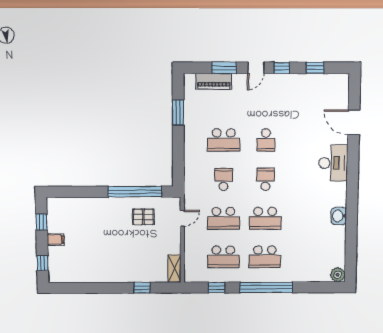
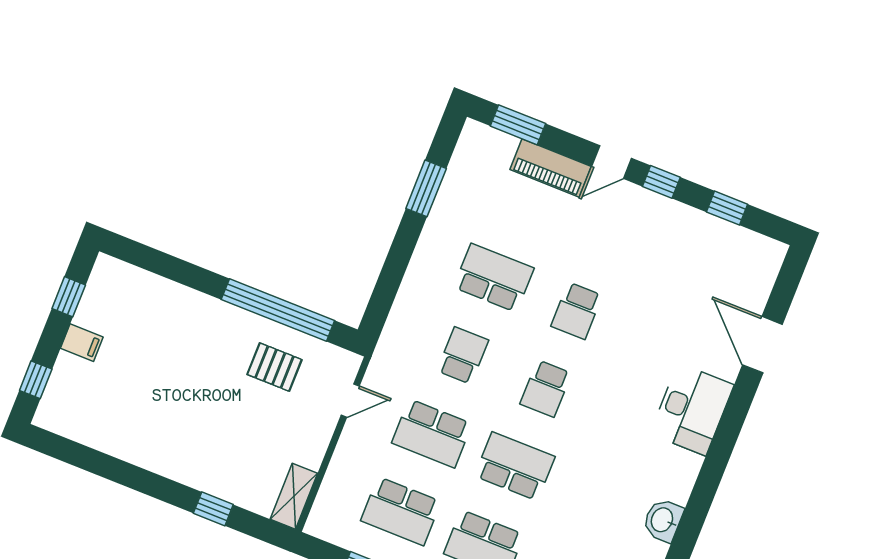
window: (224, 68) -> (518, 125), moved
piano: (214, 81) -> (551, 168), moved
school desk: (224, 140) -> (494, 278), turned 180
school desk: (266, 179) -> (546, 389), turned 180
school desk: (265, 218) -> (515, 466), turned 180

